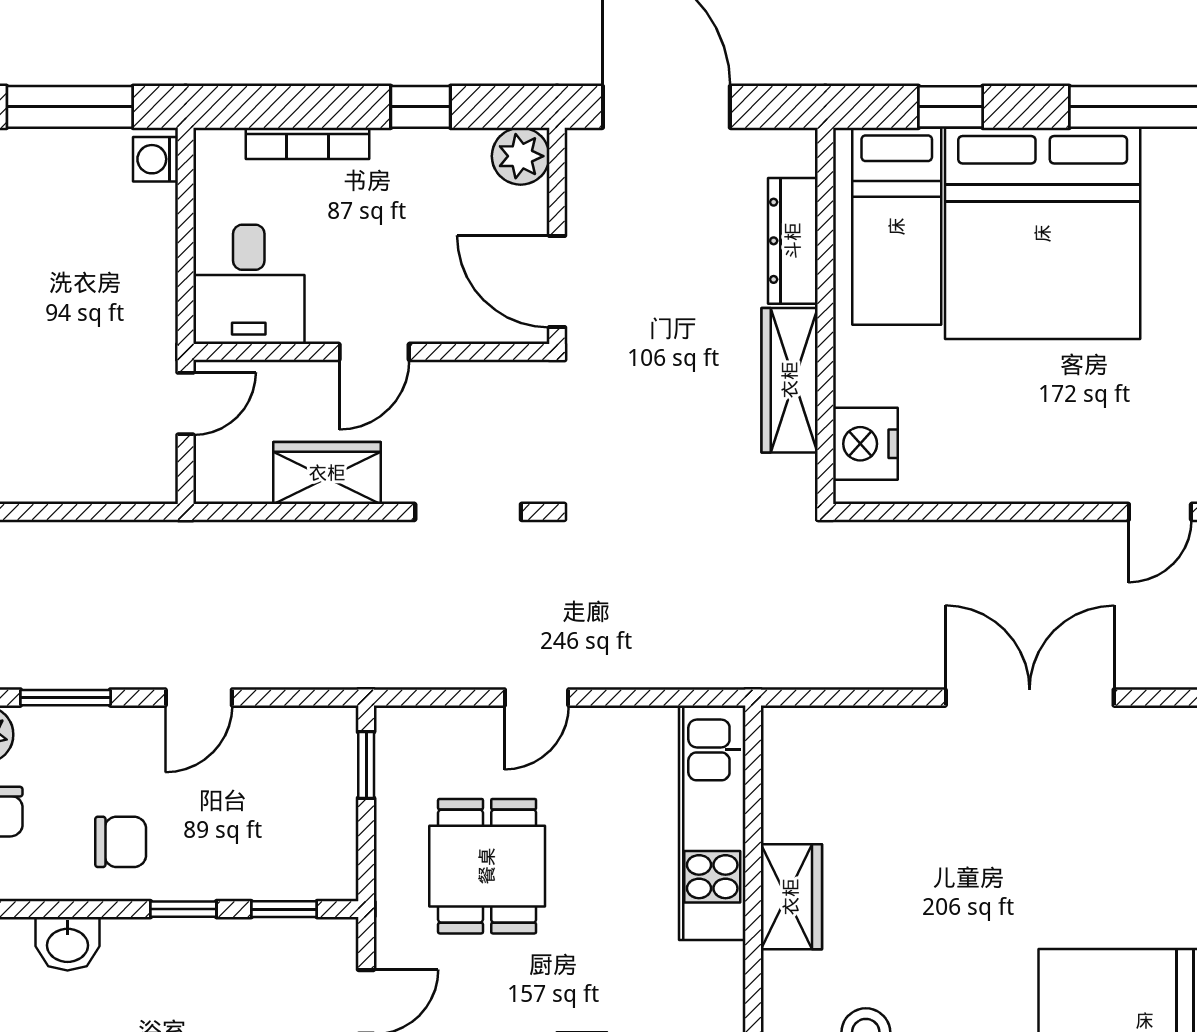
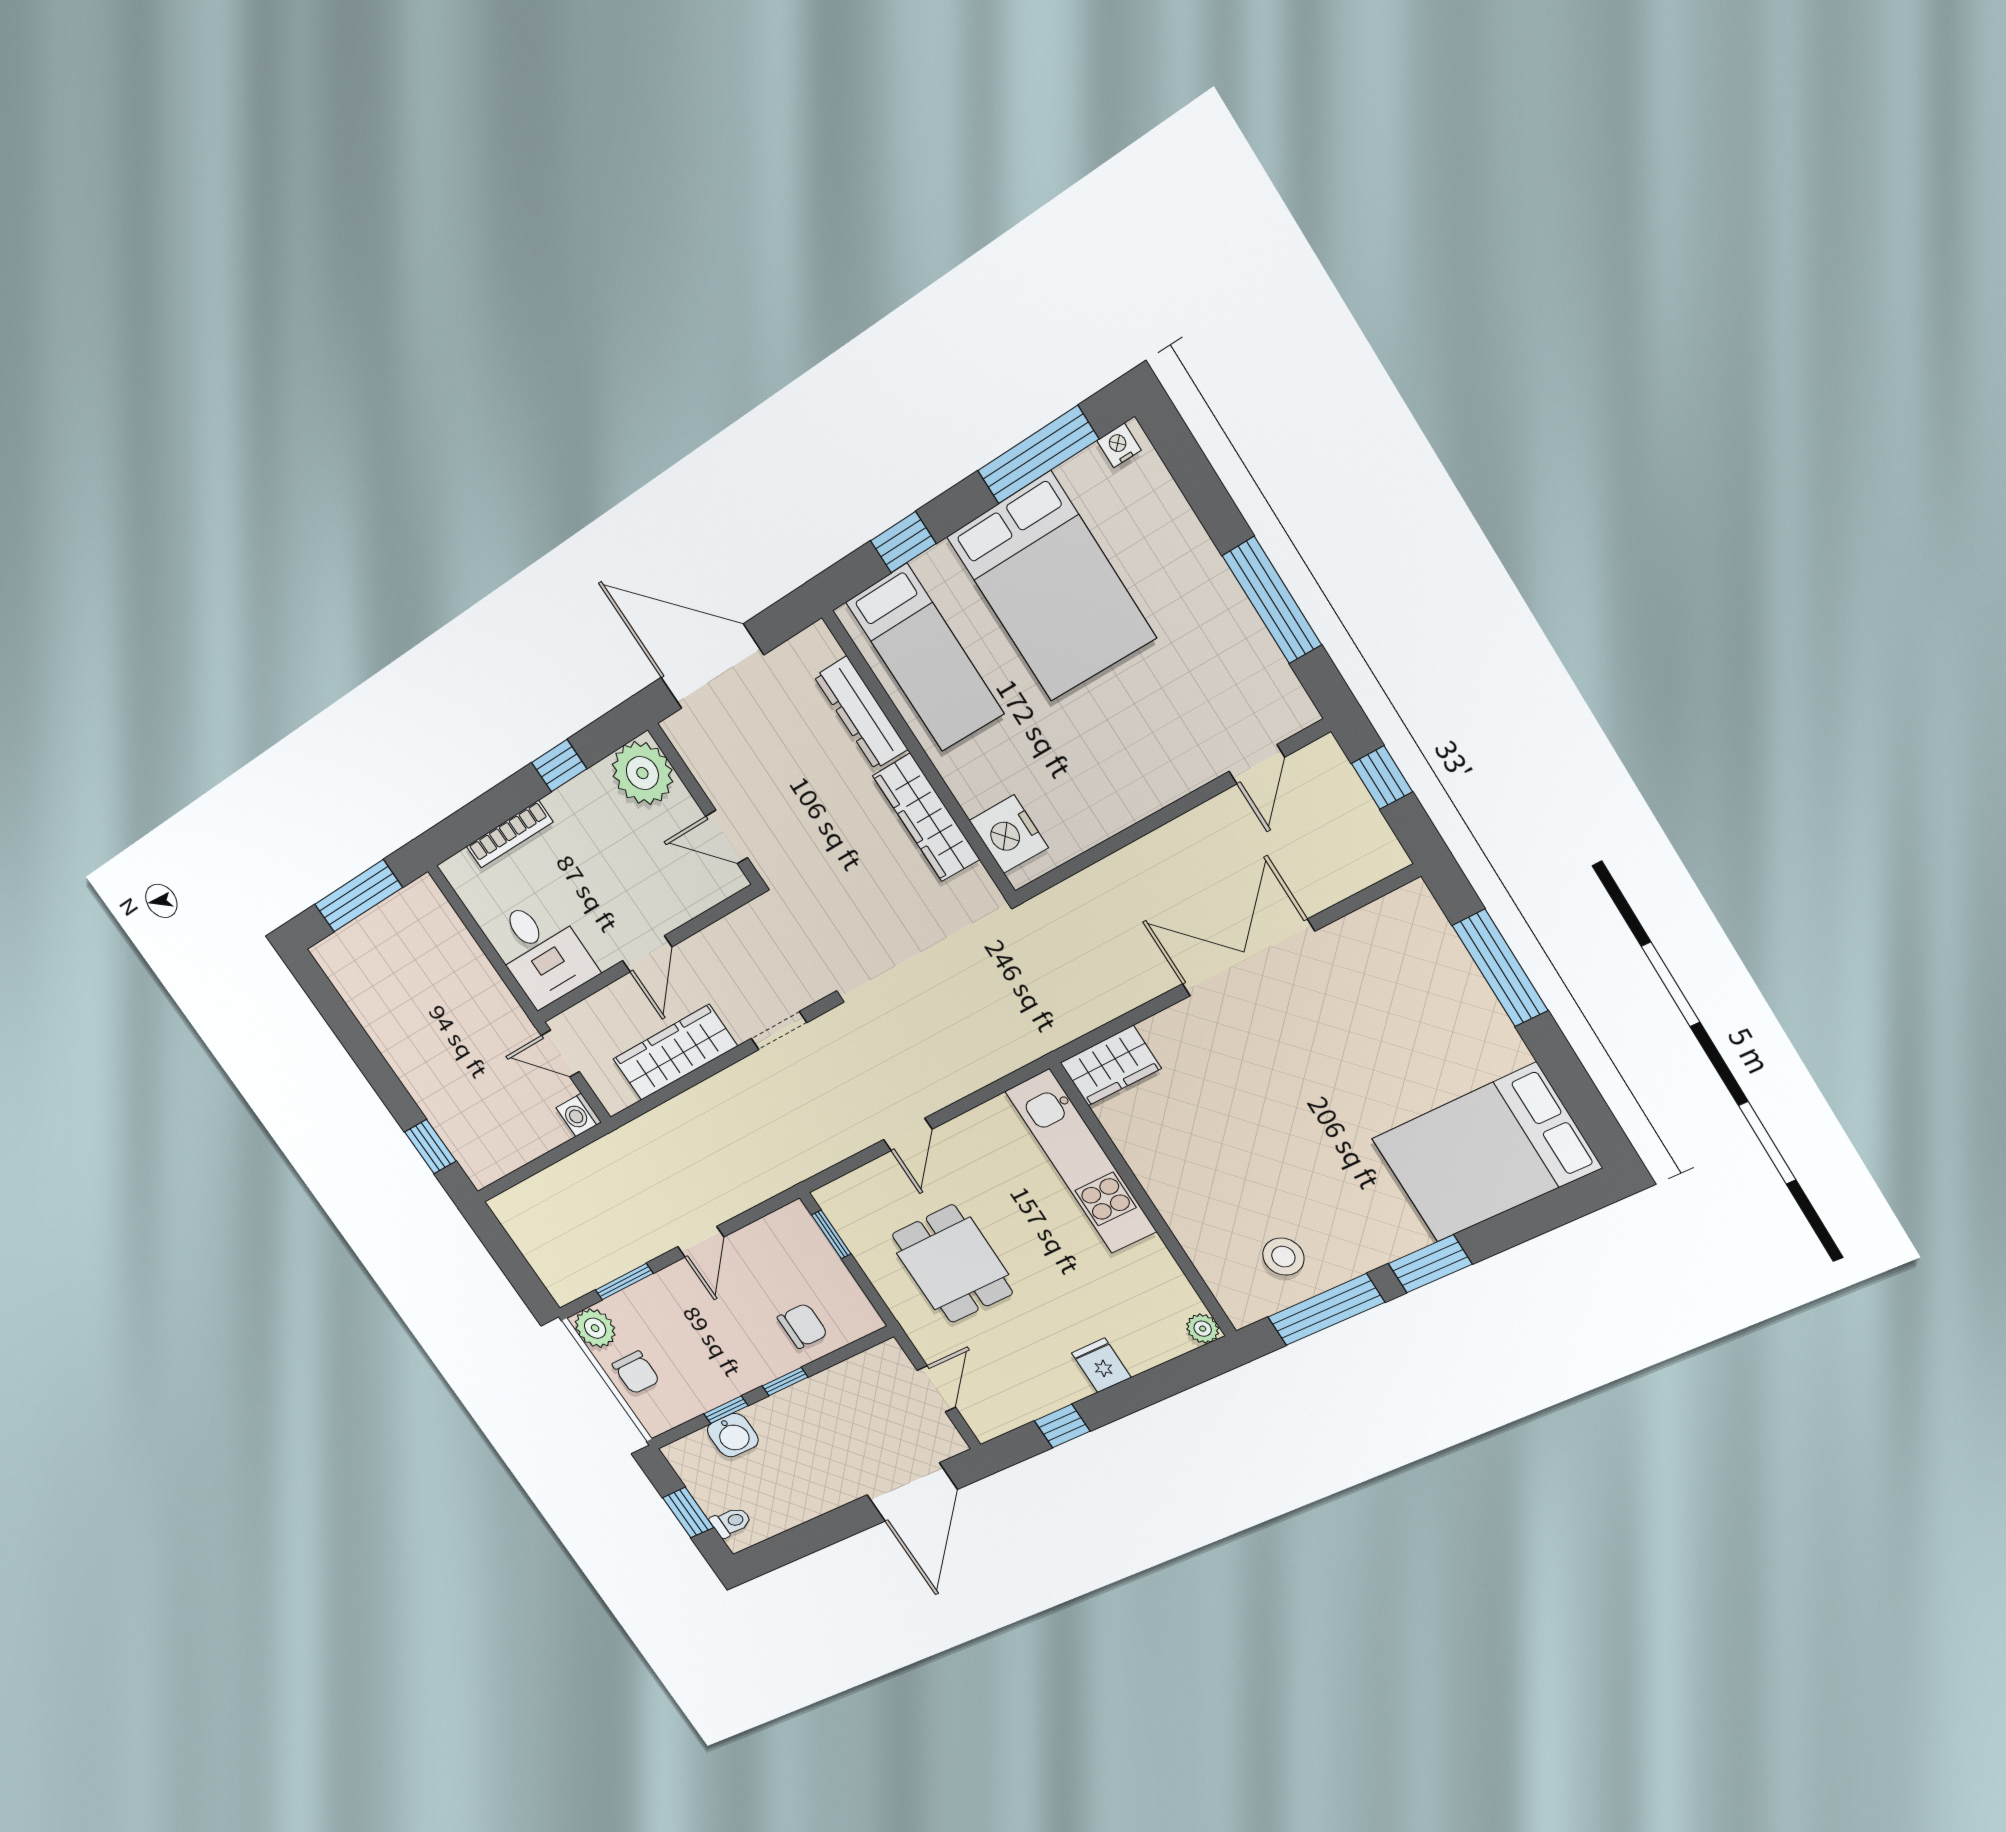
plant: (521, 156) -> (642, 773), width x1.36, depth x1.36
washing machine: (155, 159) -> (579, 1115), moved
bed: (1043, 233) -> (1051, 587), width x0.73
door: (557, 282) -> (727, 837), width x0.73
door: (186, 404) -> (560, 1054), swing flipped
wardrobe: (327, 473) -> (675, 1053), width x1.50
doorway: (468, 512) -> (779, 1031), width x0.73
chair: (121, 842) -> (803, 1326), moved
wardrobe: (791, 897) -> (1111, 1066), moved, turned 90
window: (284, 909) -> (726, 1410), moved

